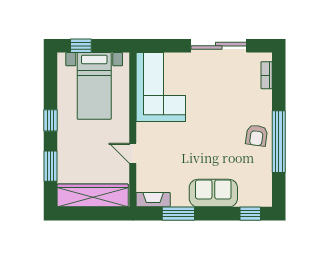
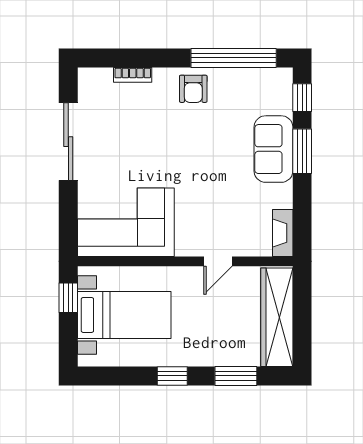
window: (81, 46) -> (68, 298), moved
bookcase: (267, 75) -> (133, 75), moved
armchair: (257, 135) -> (193, 89), turned 82
window: (279, 142) -> (234, 58), moved
window: (178, 214) -> (302, 151), moved

